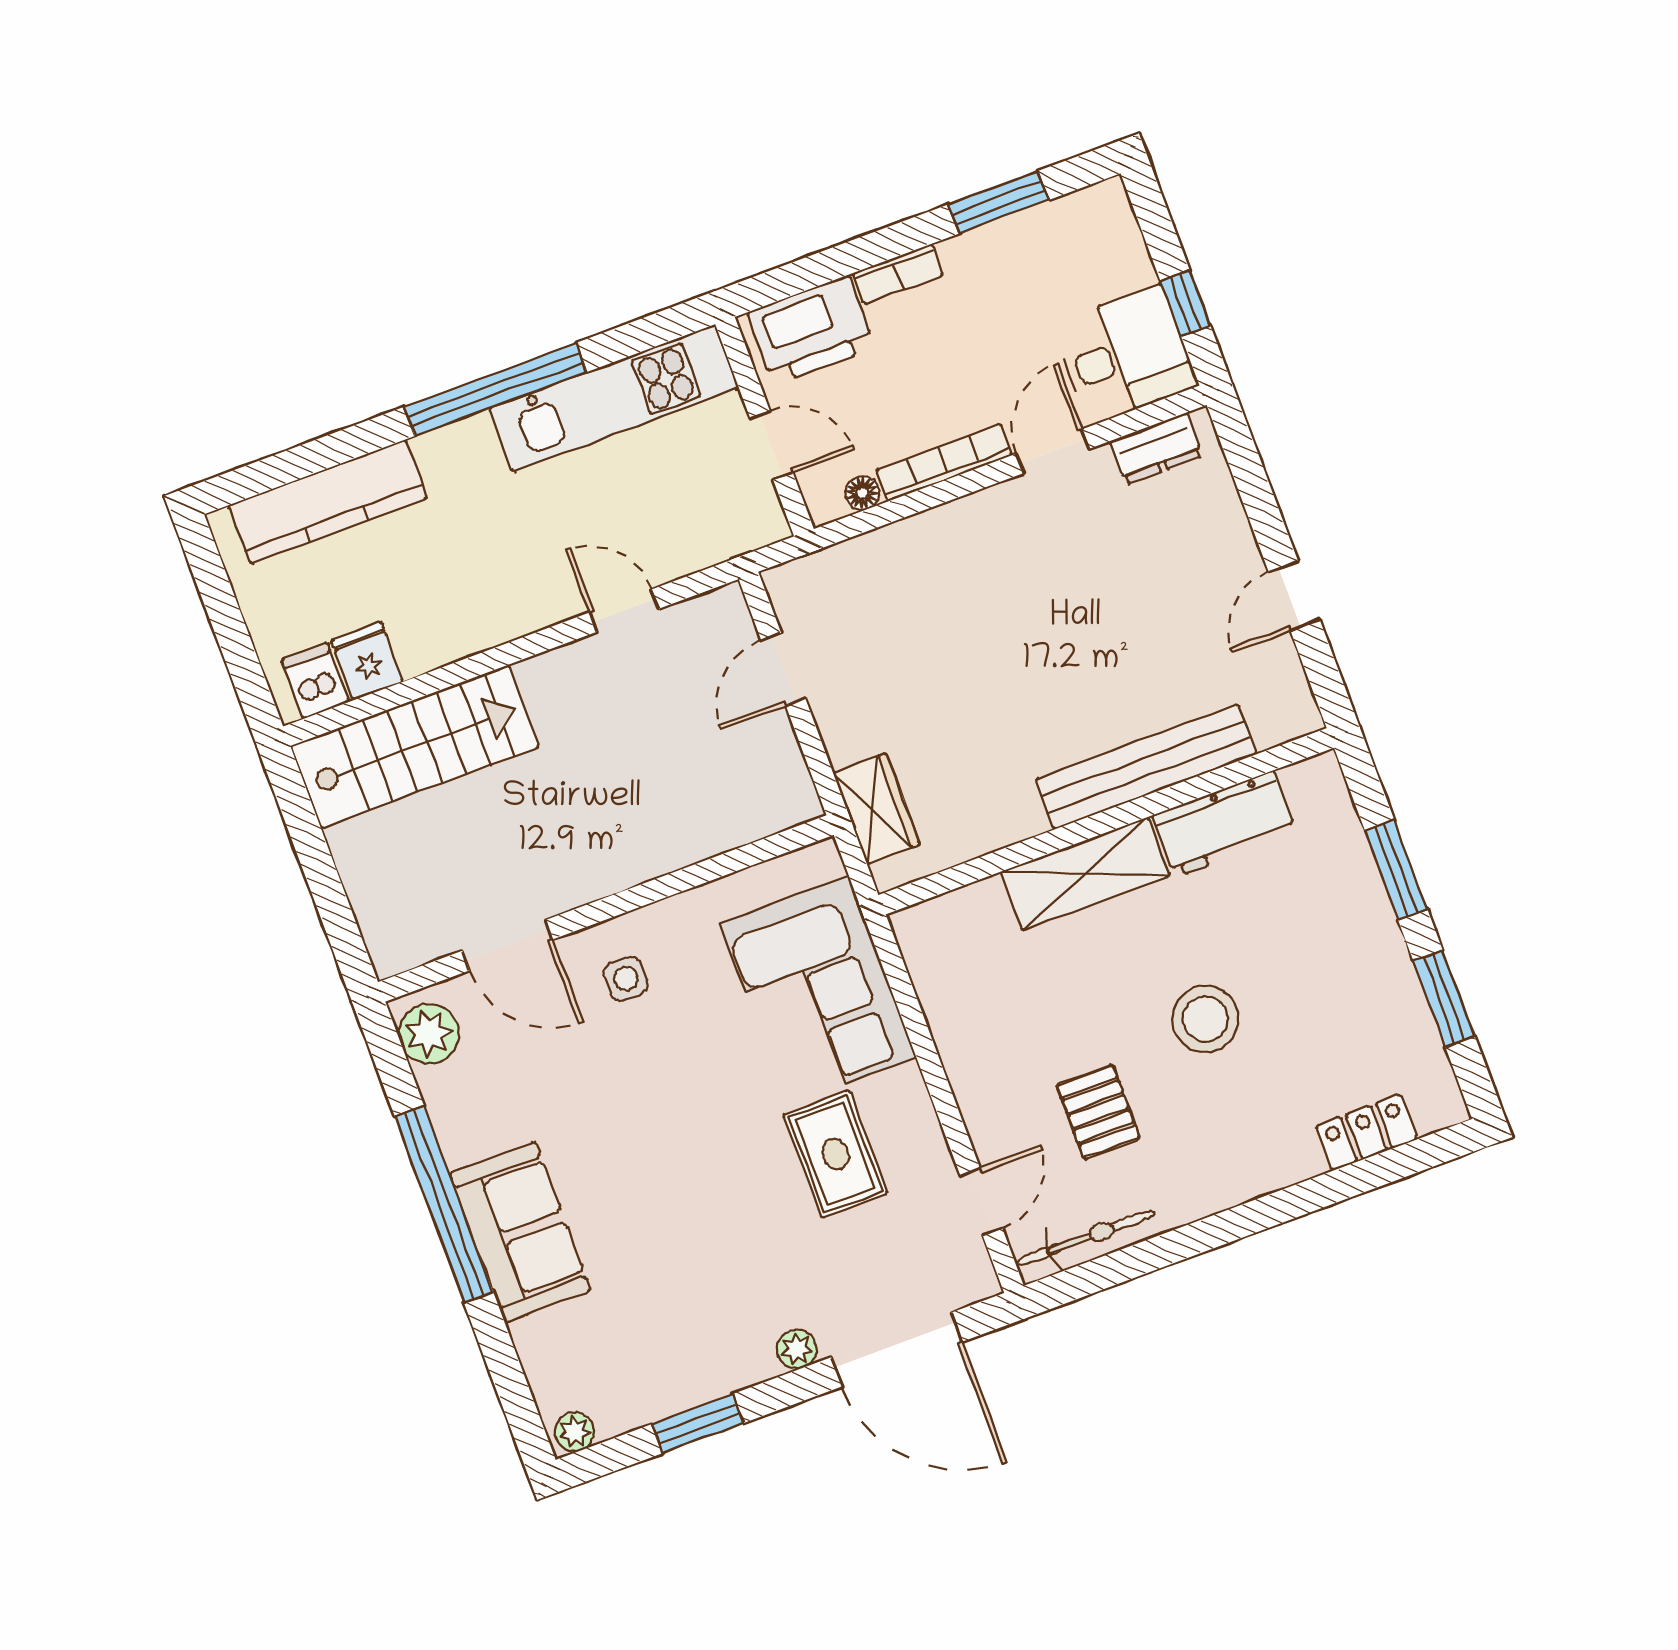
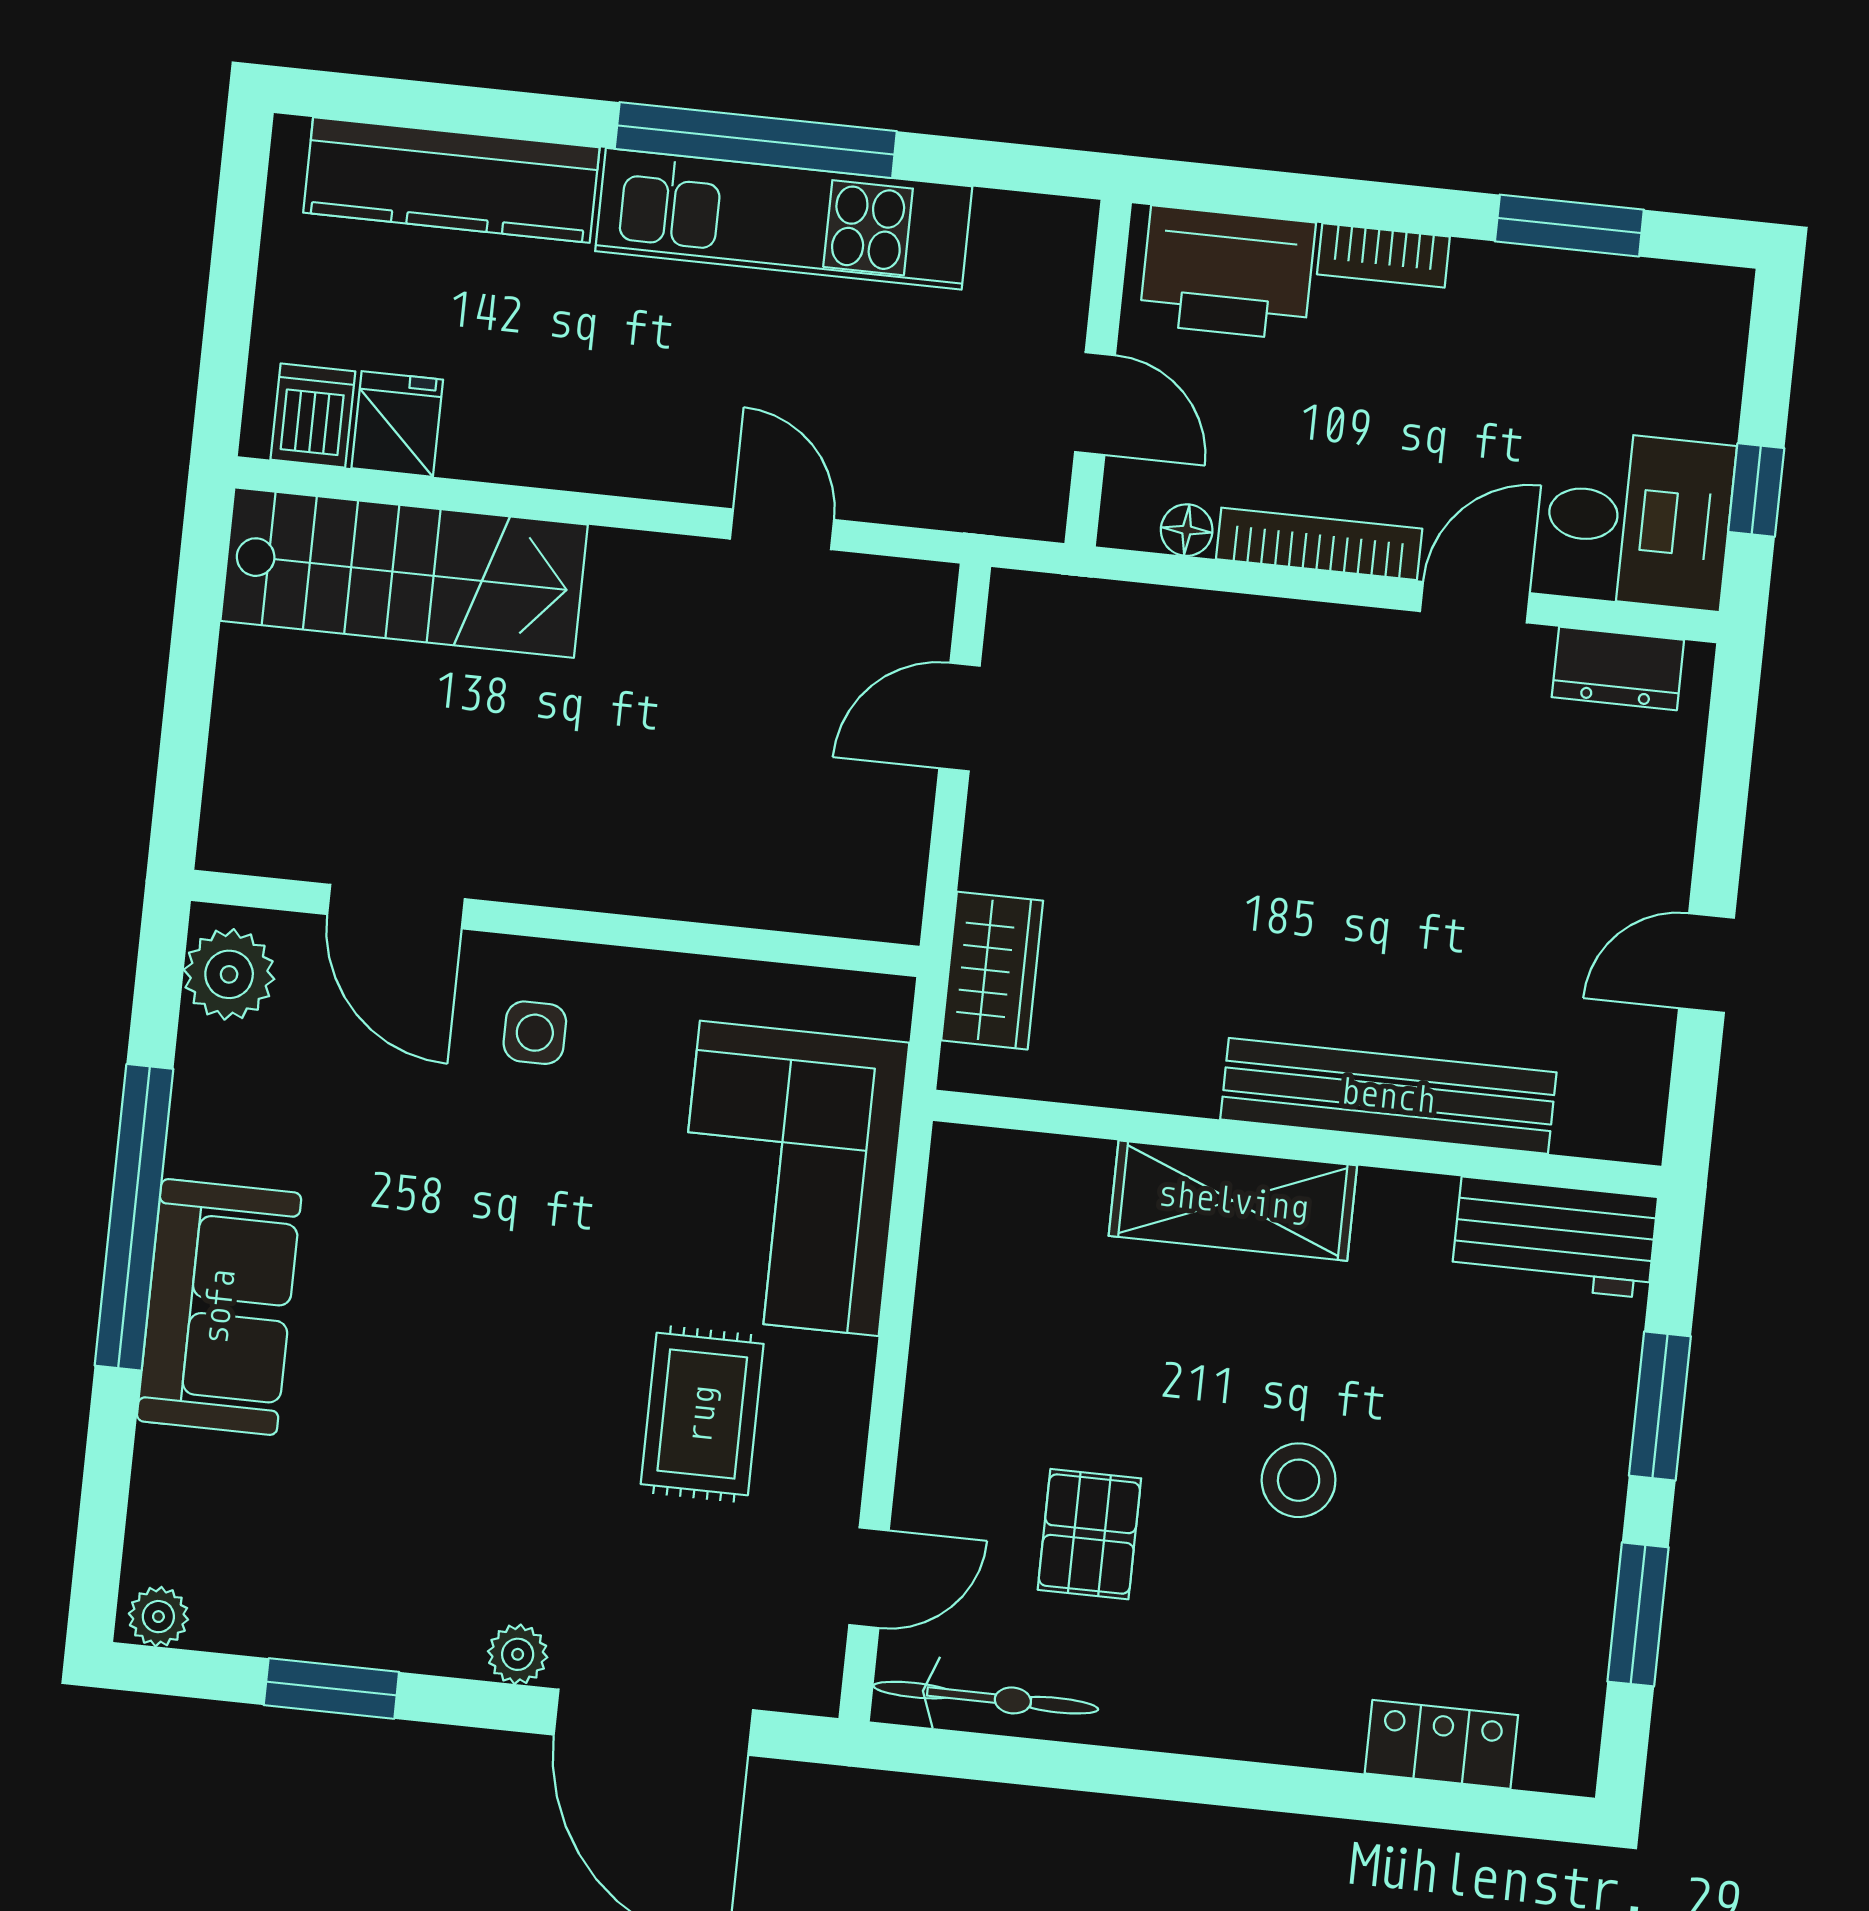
kitchen unit: (614, 398) -> (784, 219), moved
workbench: (1224, 824) -> (1555, 1237), moved
stool: (1205, 1019) -> (1299, 1480), width x0.73, depth x0.73

